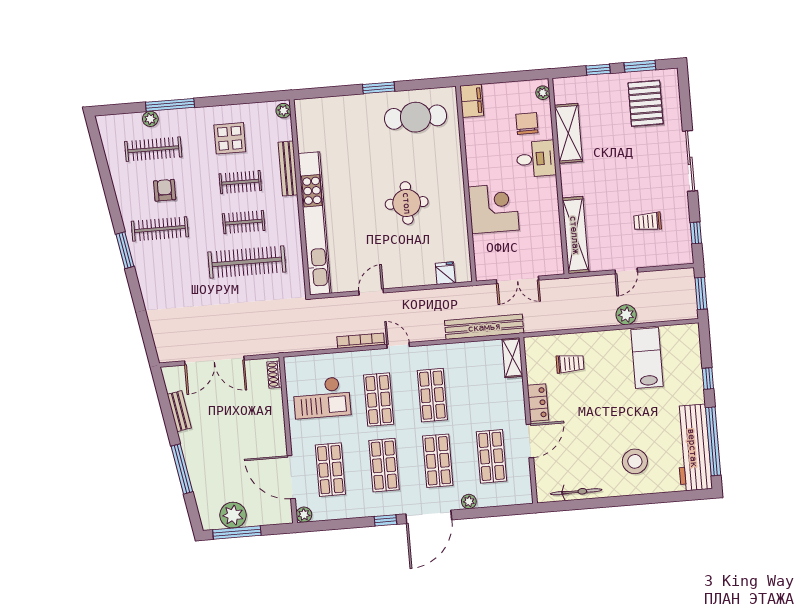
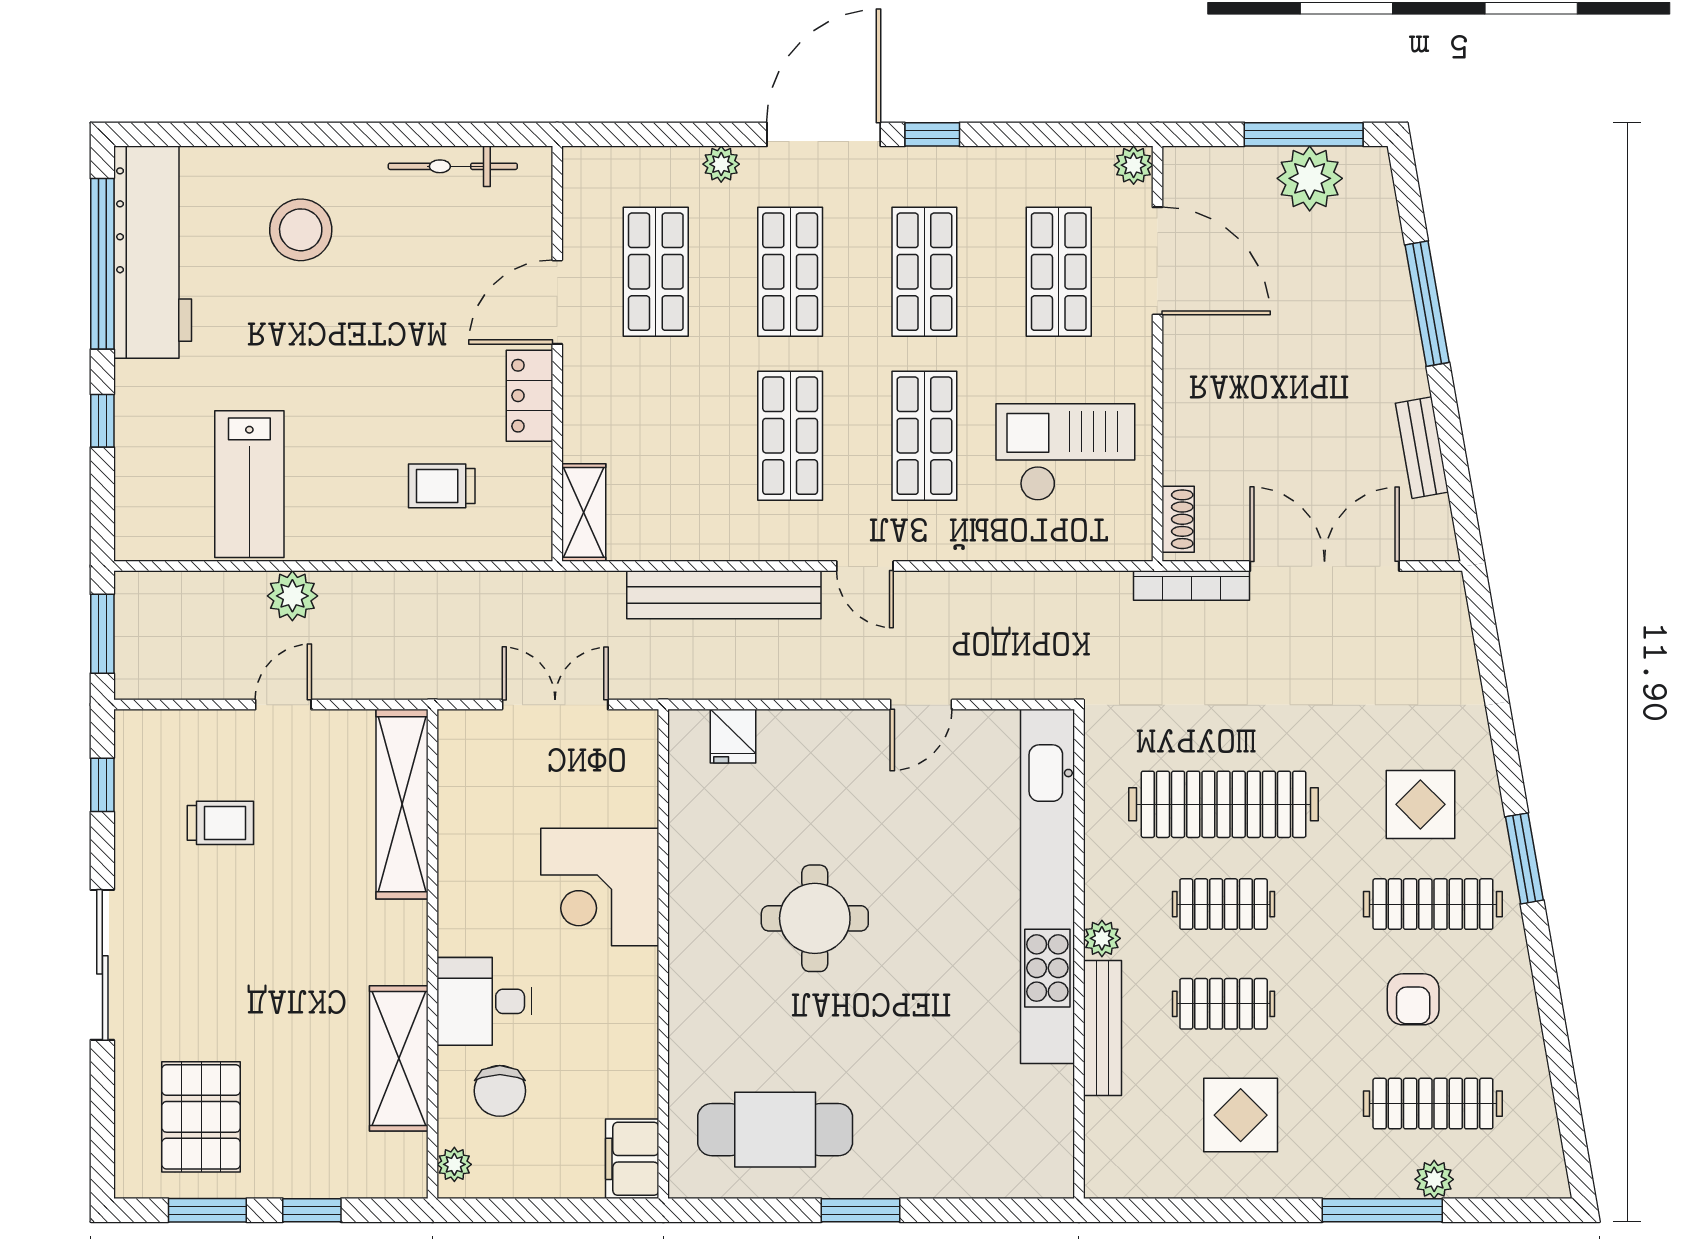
plant: (283, 111) -> (1102, 938), moved
display table: (168, 268) -> (1420, 804), added
bench: (484, 327) -> (724, 595), moved
bookcase: (361, 341) -> (1192, 586), moved

